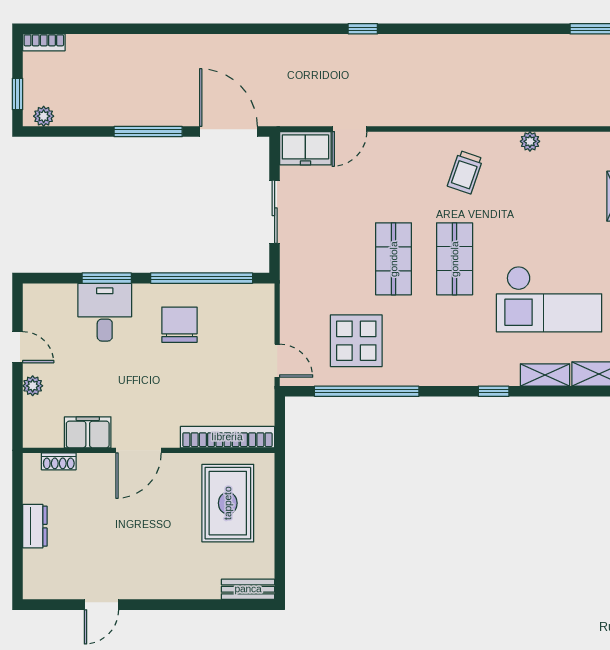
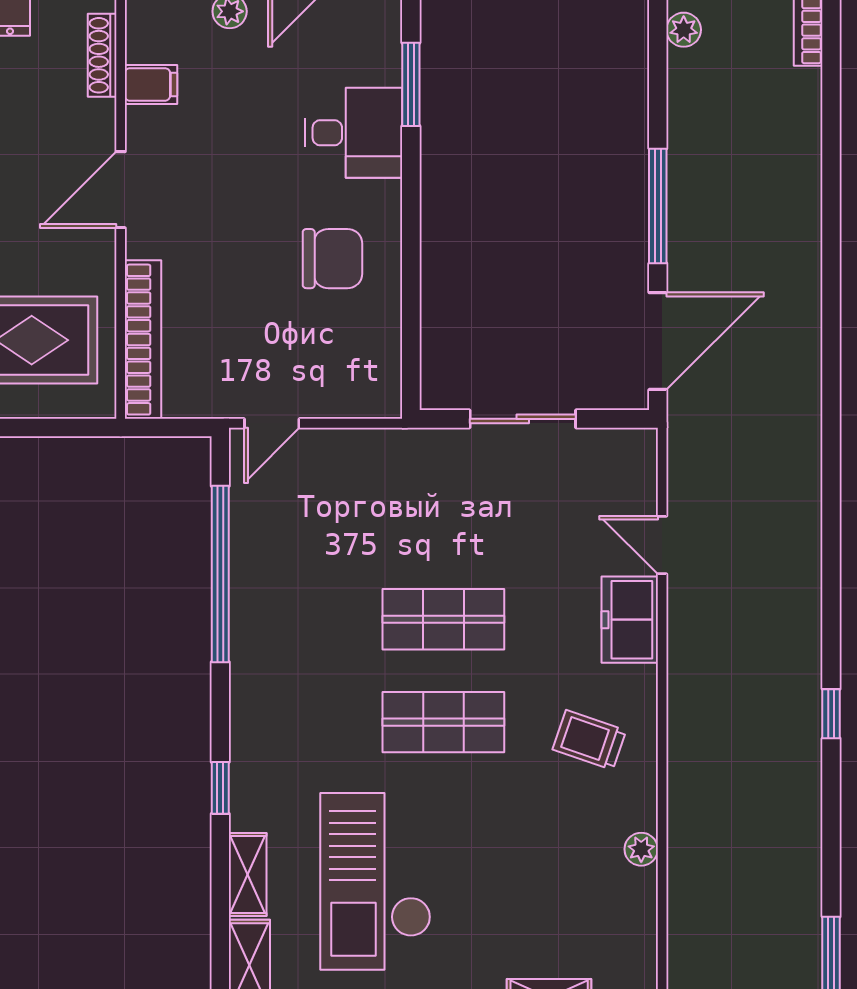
window: (363, 29) -> (831, 714), moved
freezer: (305, 148) -> (630, 620), moved
window: (107, 278) -> (411, 84), moved
window: (202, 278) -> (411, 296), removed
display table: (356, 341) -> (305, 557), removed
filing cabinet: (88, 432) -> (151, 84), width x0.50
door: (139, 450) -> (121, 190), hinge flipped
shoe rack: (59, 461) -> (102, 55), width x1.43

